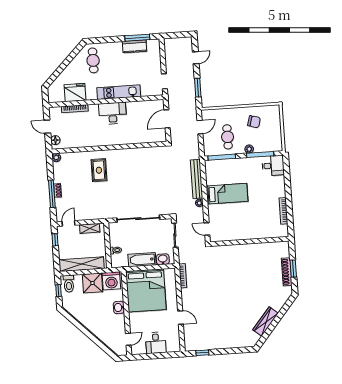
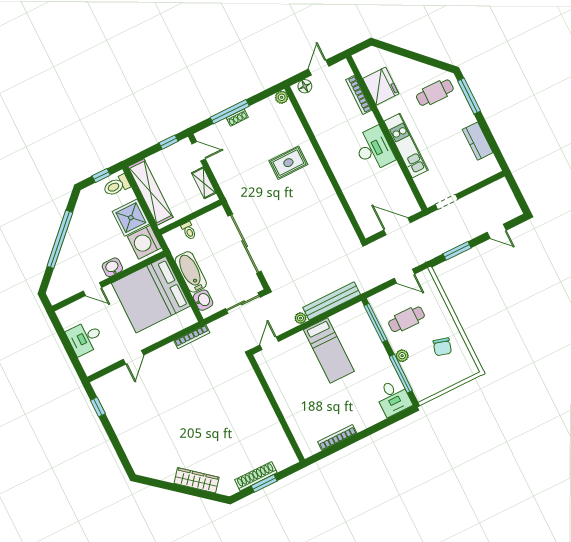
window: (137, 38) -> (469, 96), moved
wardrobe: (266, 321) -> (197, 480), moved
window: (88, 333) -> (60, 239), added
door: (128, 339) -> (92, 289), moved

